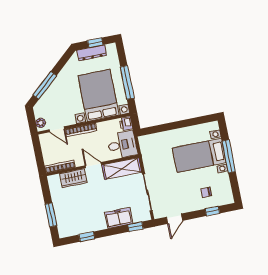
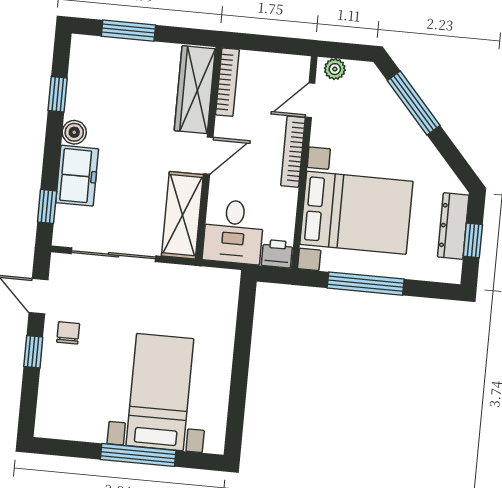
wardrobe: (73, 178) -> (195, 90), width x1.50
chair: (206, 192) -> (68, 333), moved
window: (212, 211) -> (33, 352), moved
boiler: (101, 225) -> (74, 132), added

